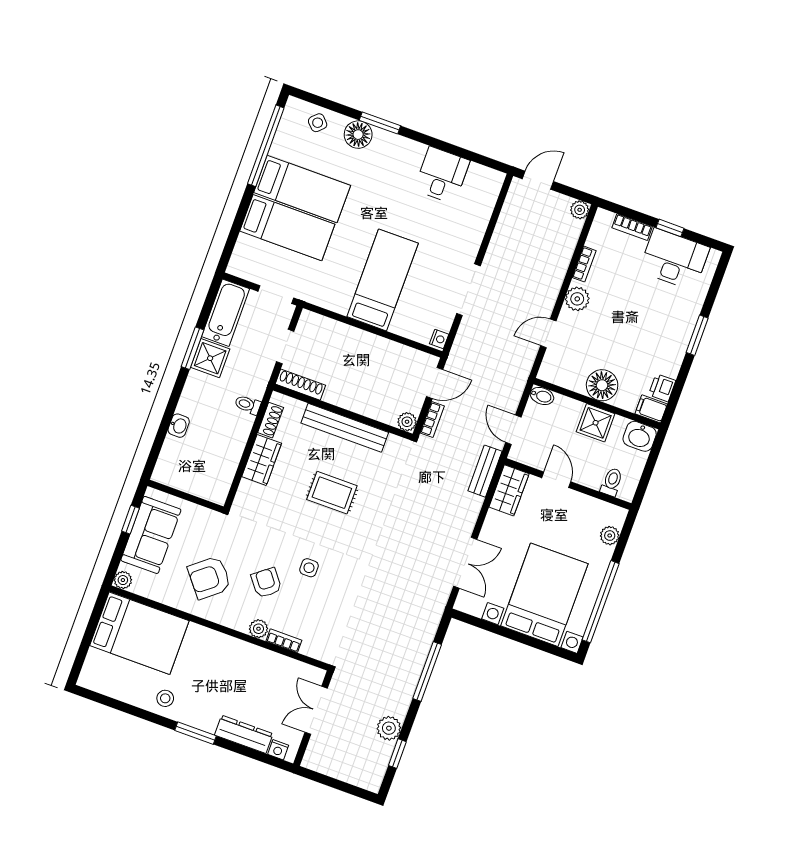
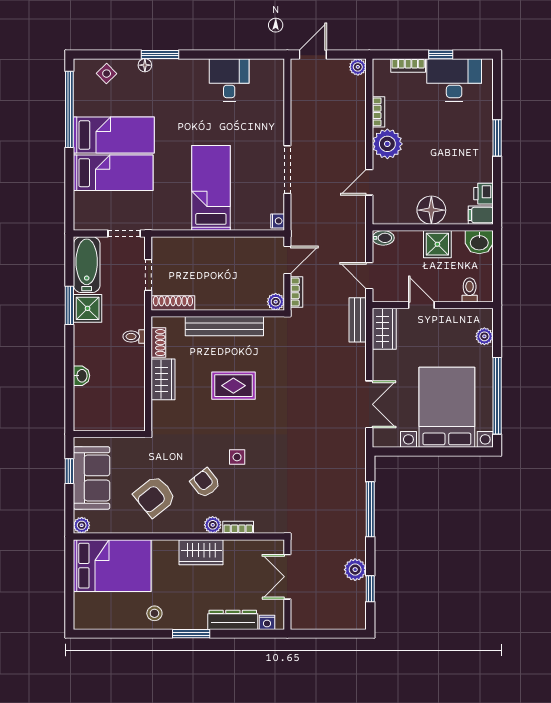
floor lamp: (358, 135) -> (145, 65), width x0.53, depth x0.53
plant: (577, 299) -> (387, 144), width x1.36, depth x1.36
wardrobe: (236, 653) -> (201, 552), added

